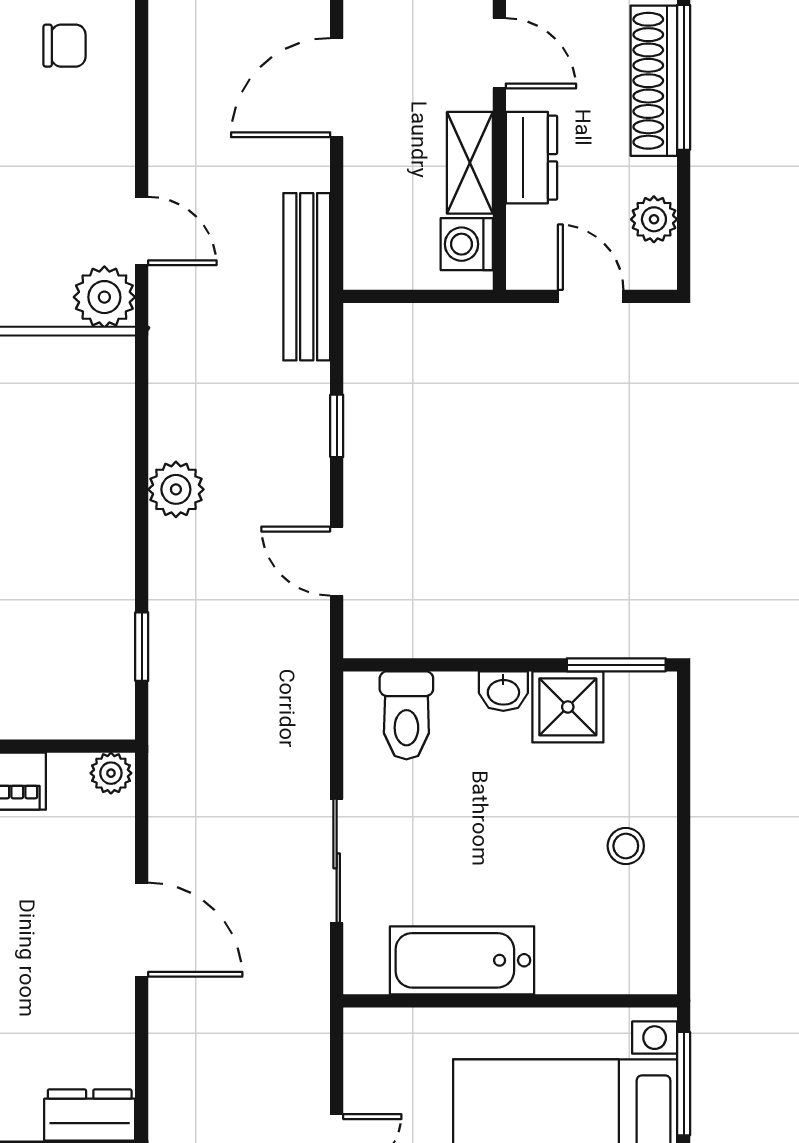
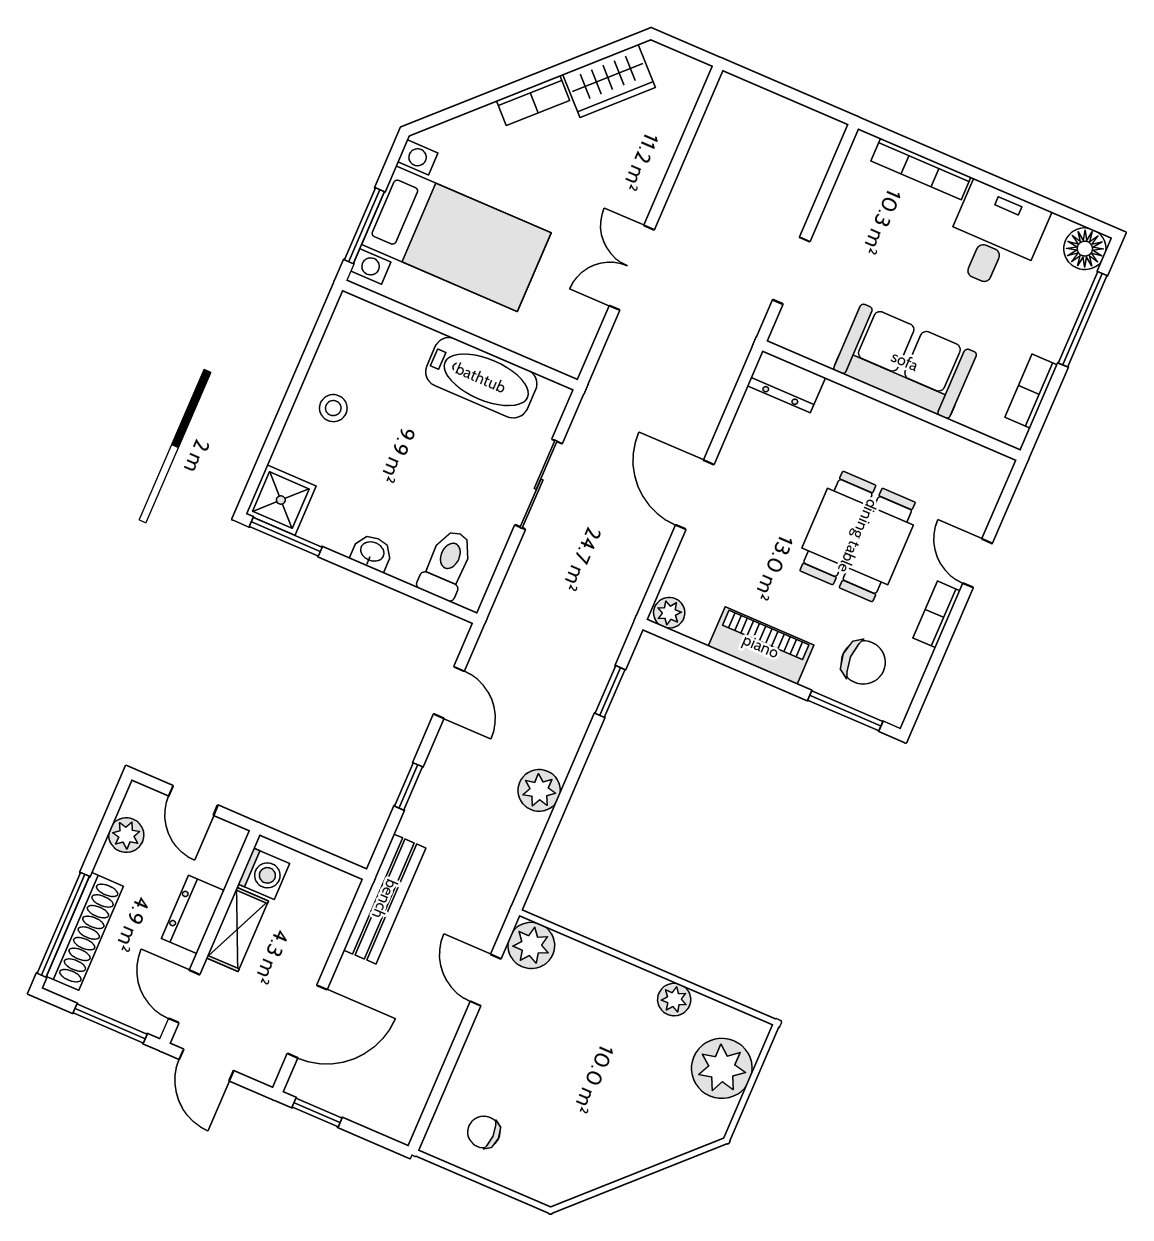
shower: (568, 707) -> (281, 500), moved

